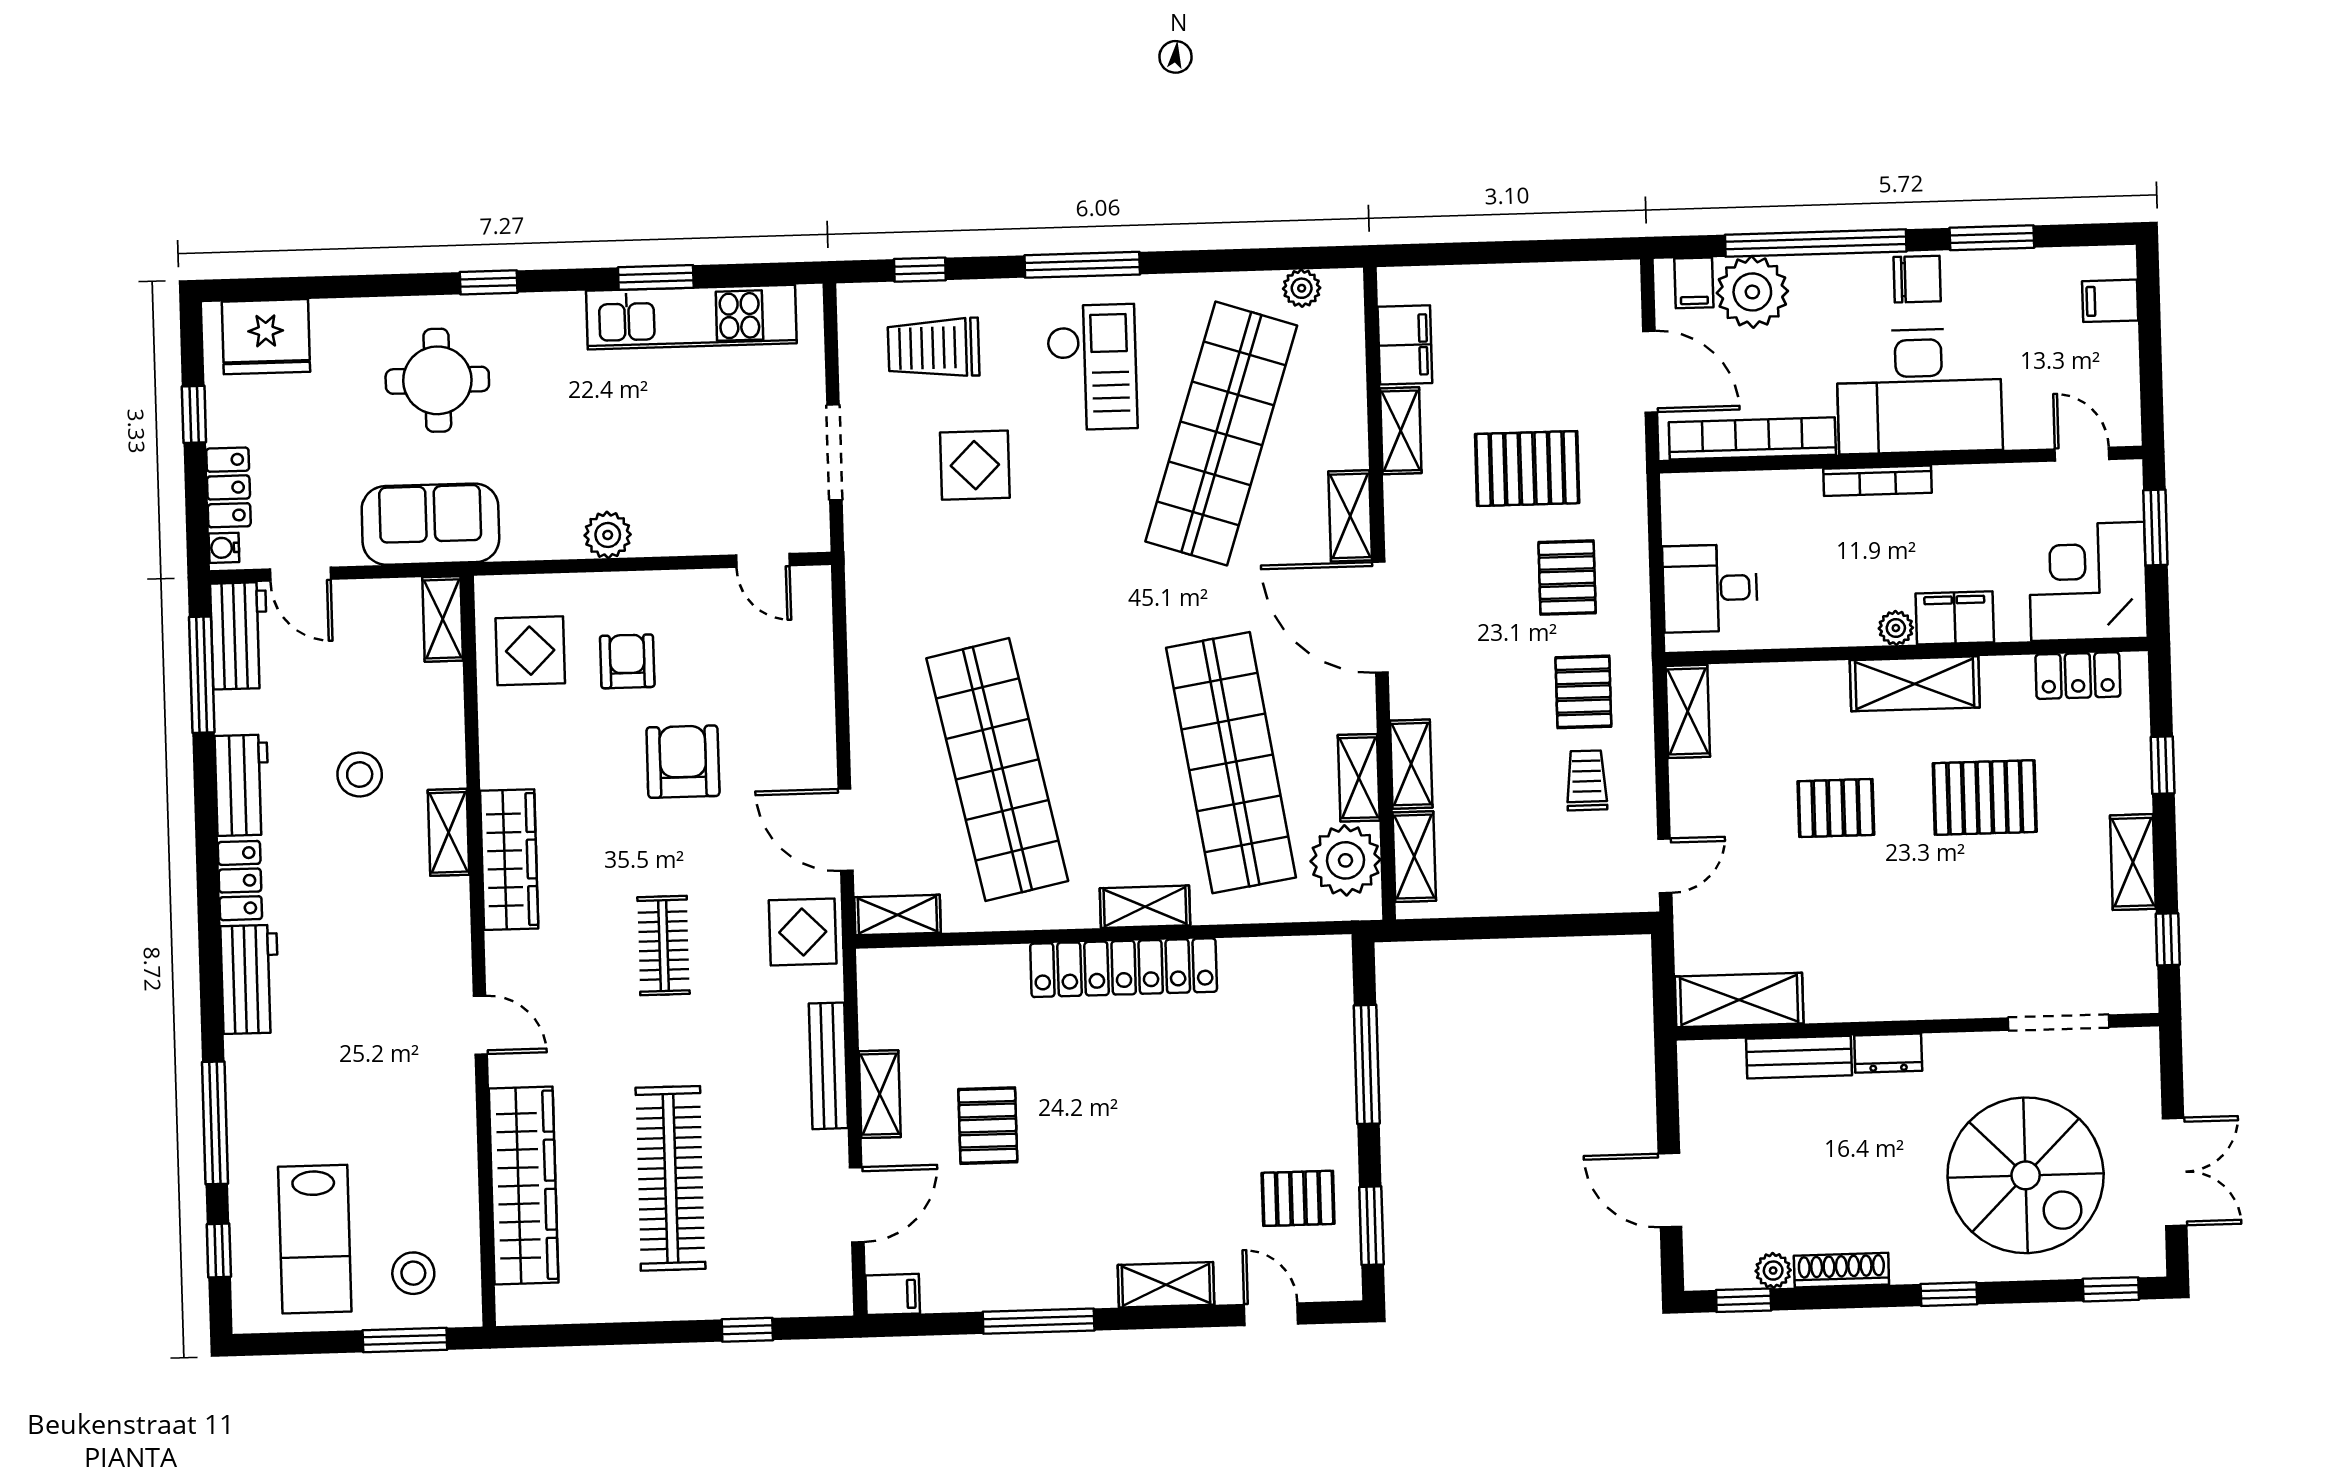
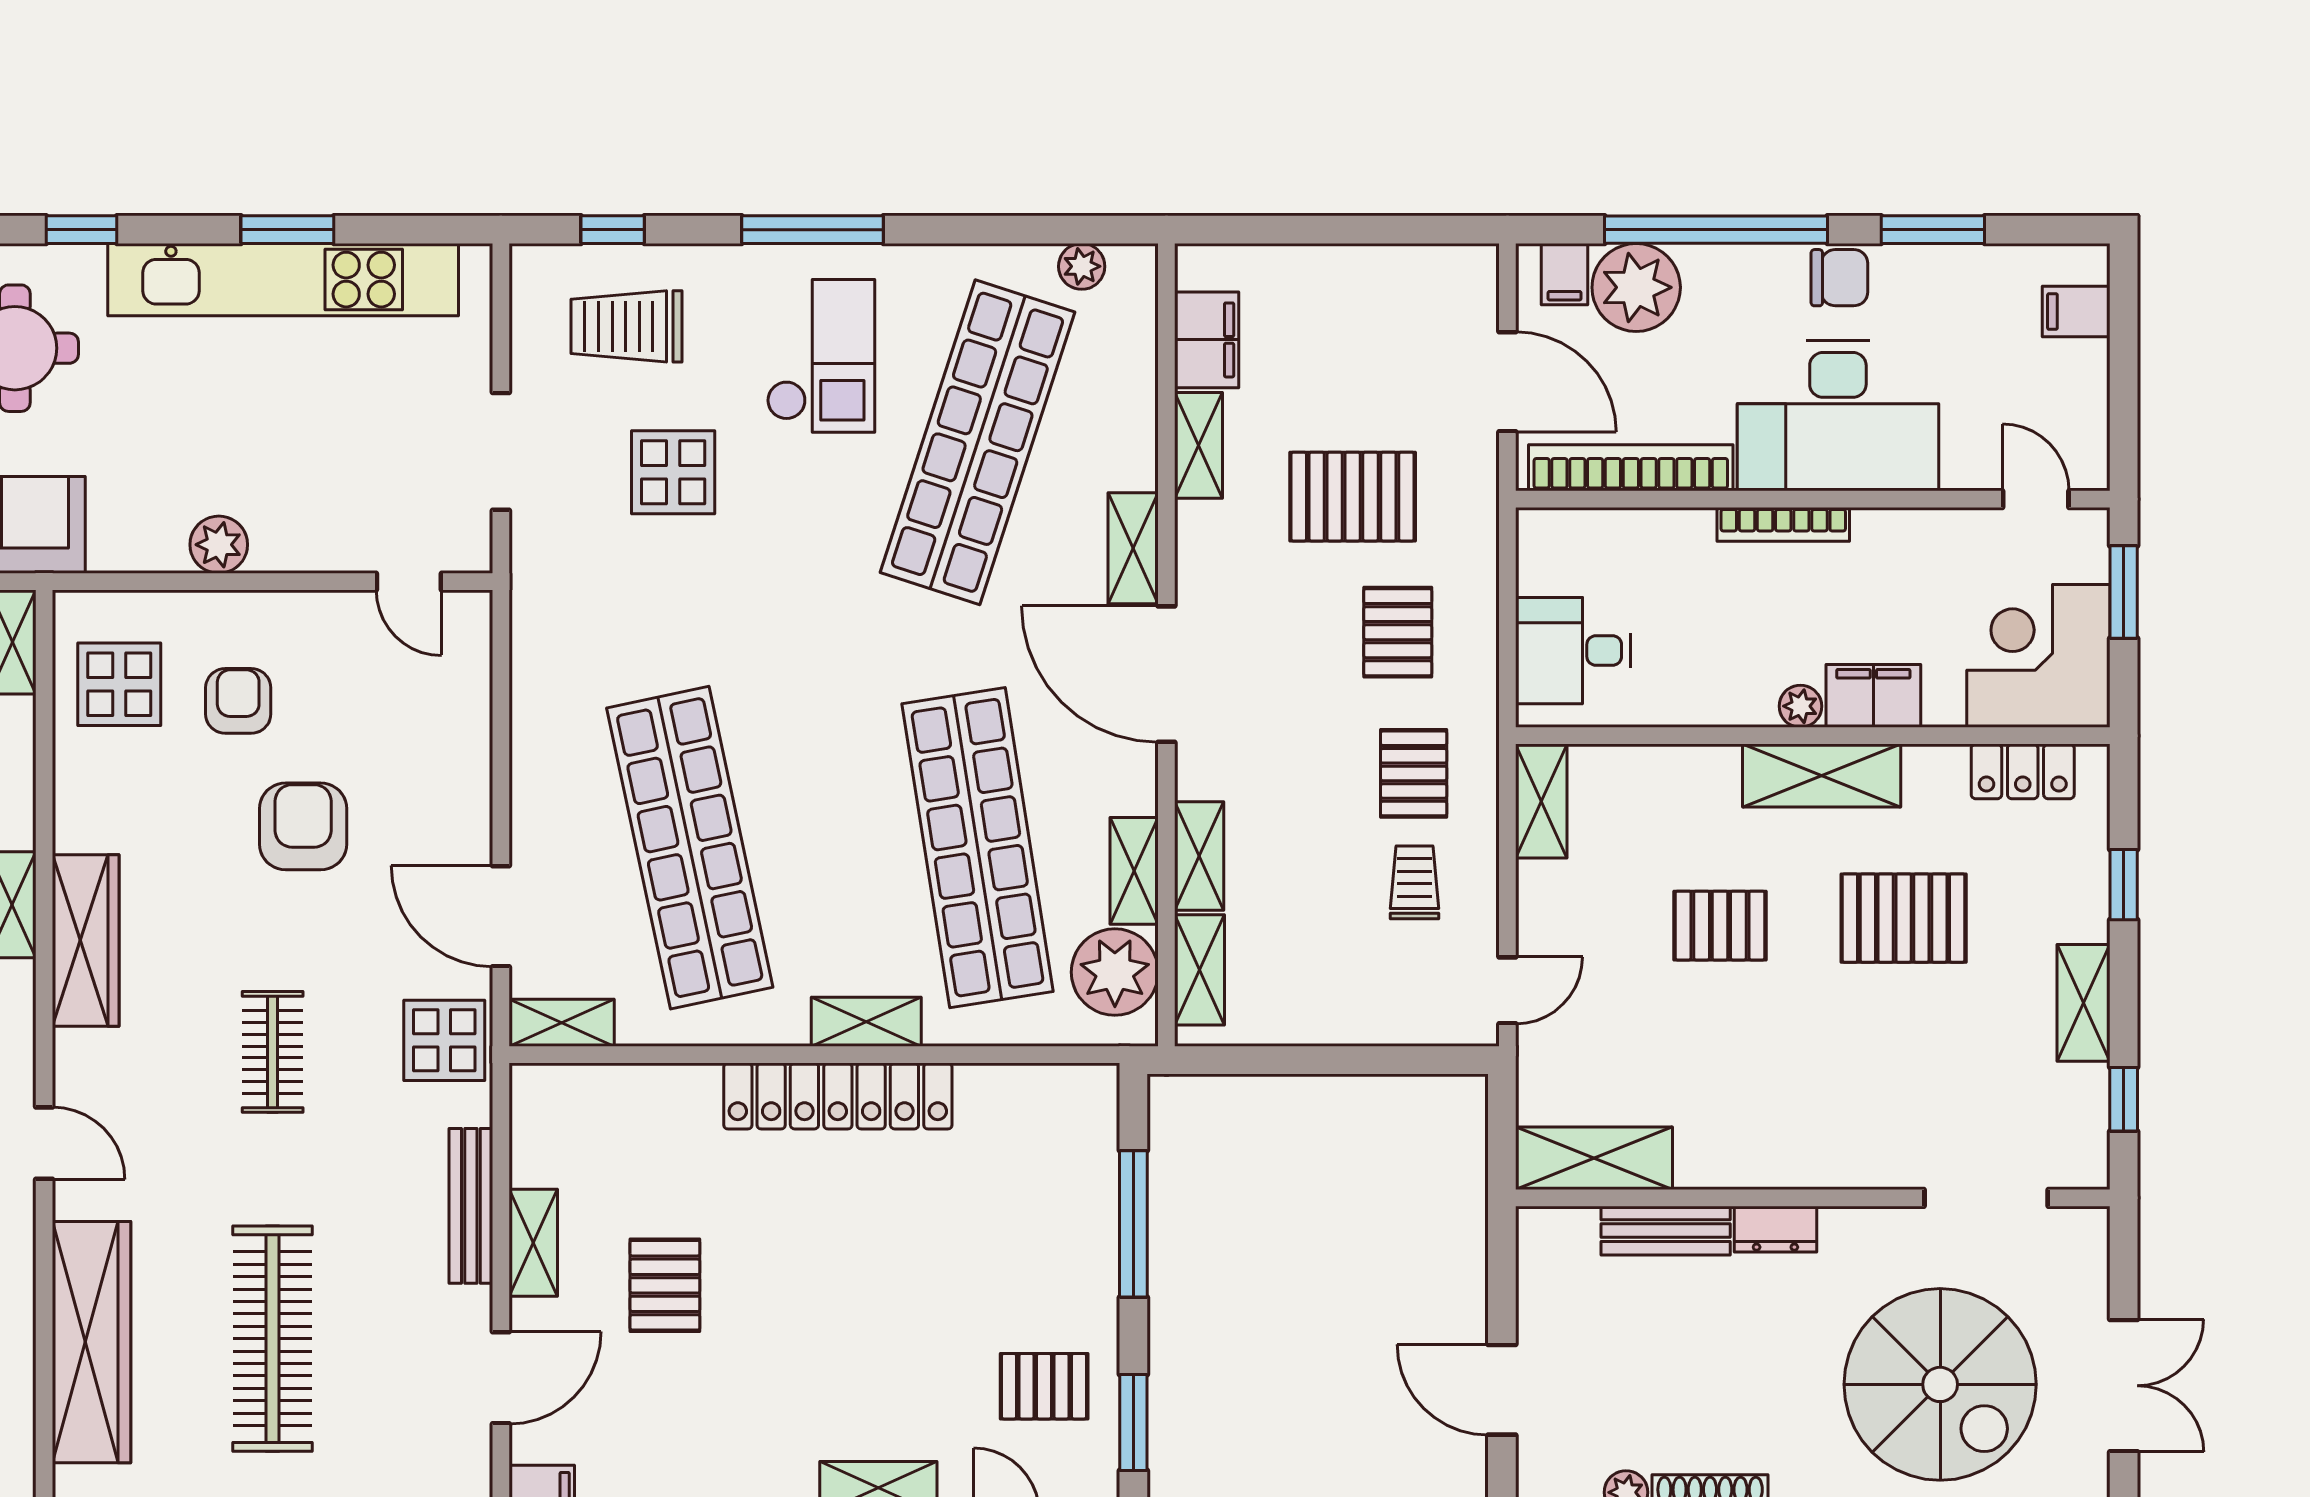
kitchen unit: (691, 317) -> (283, 280), width x1.36

